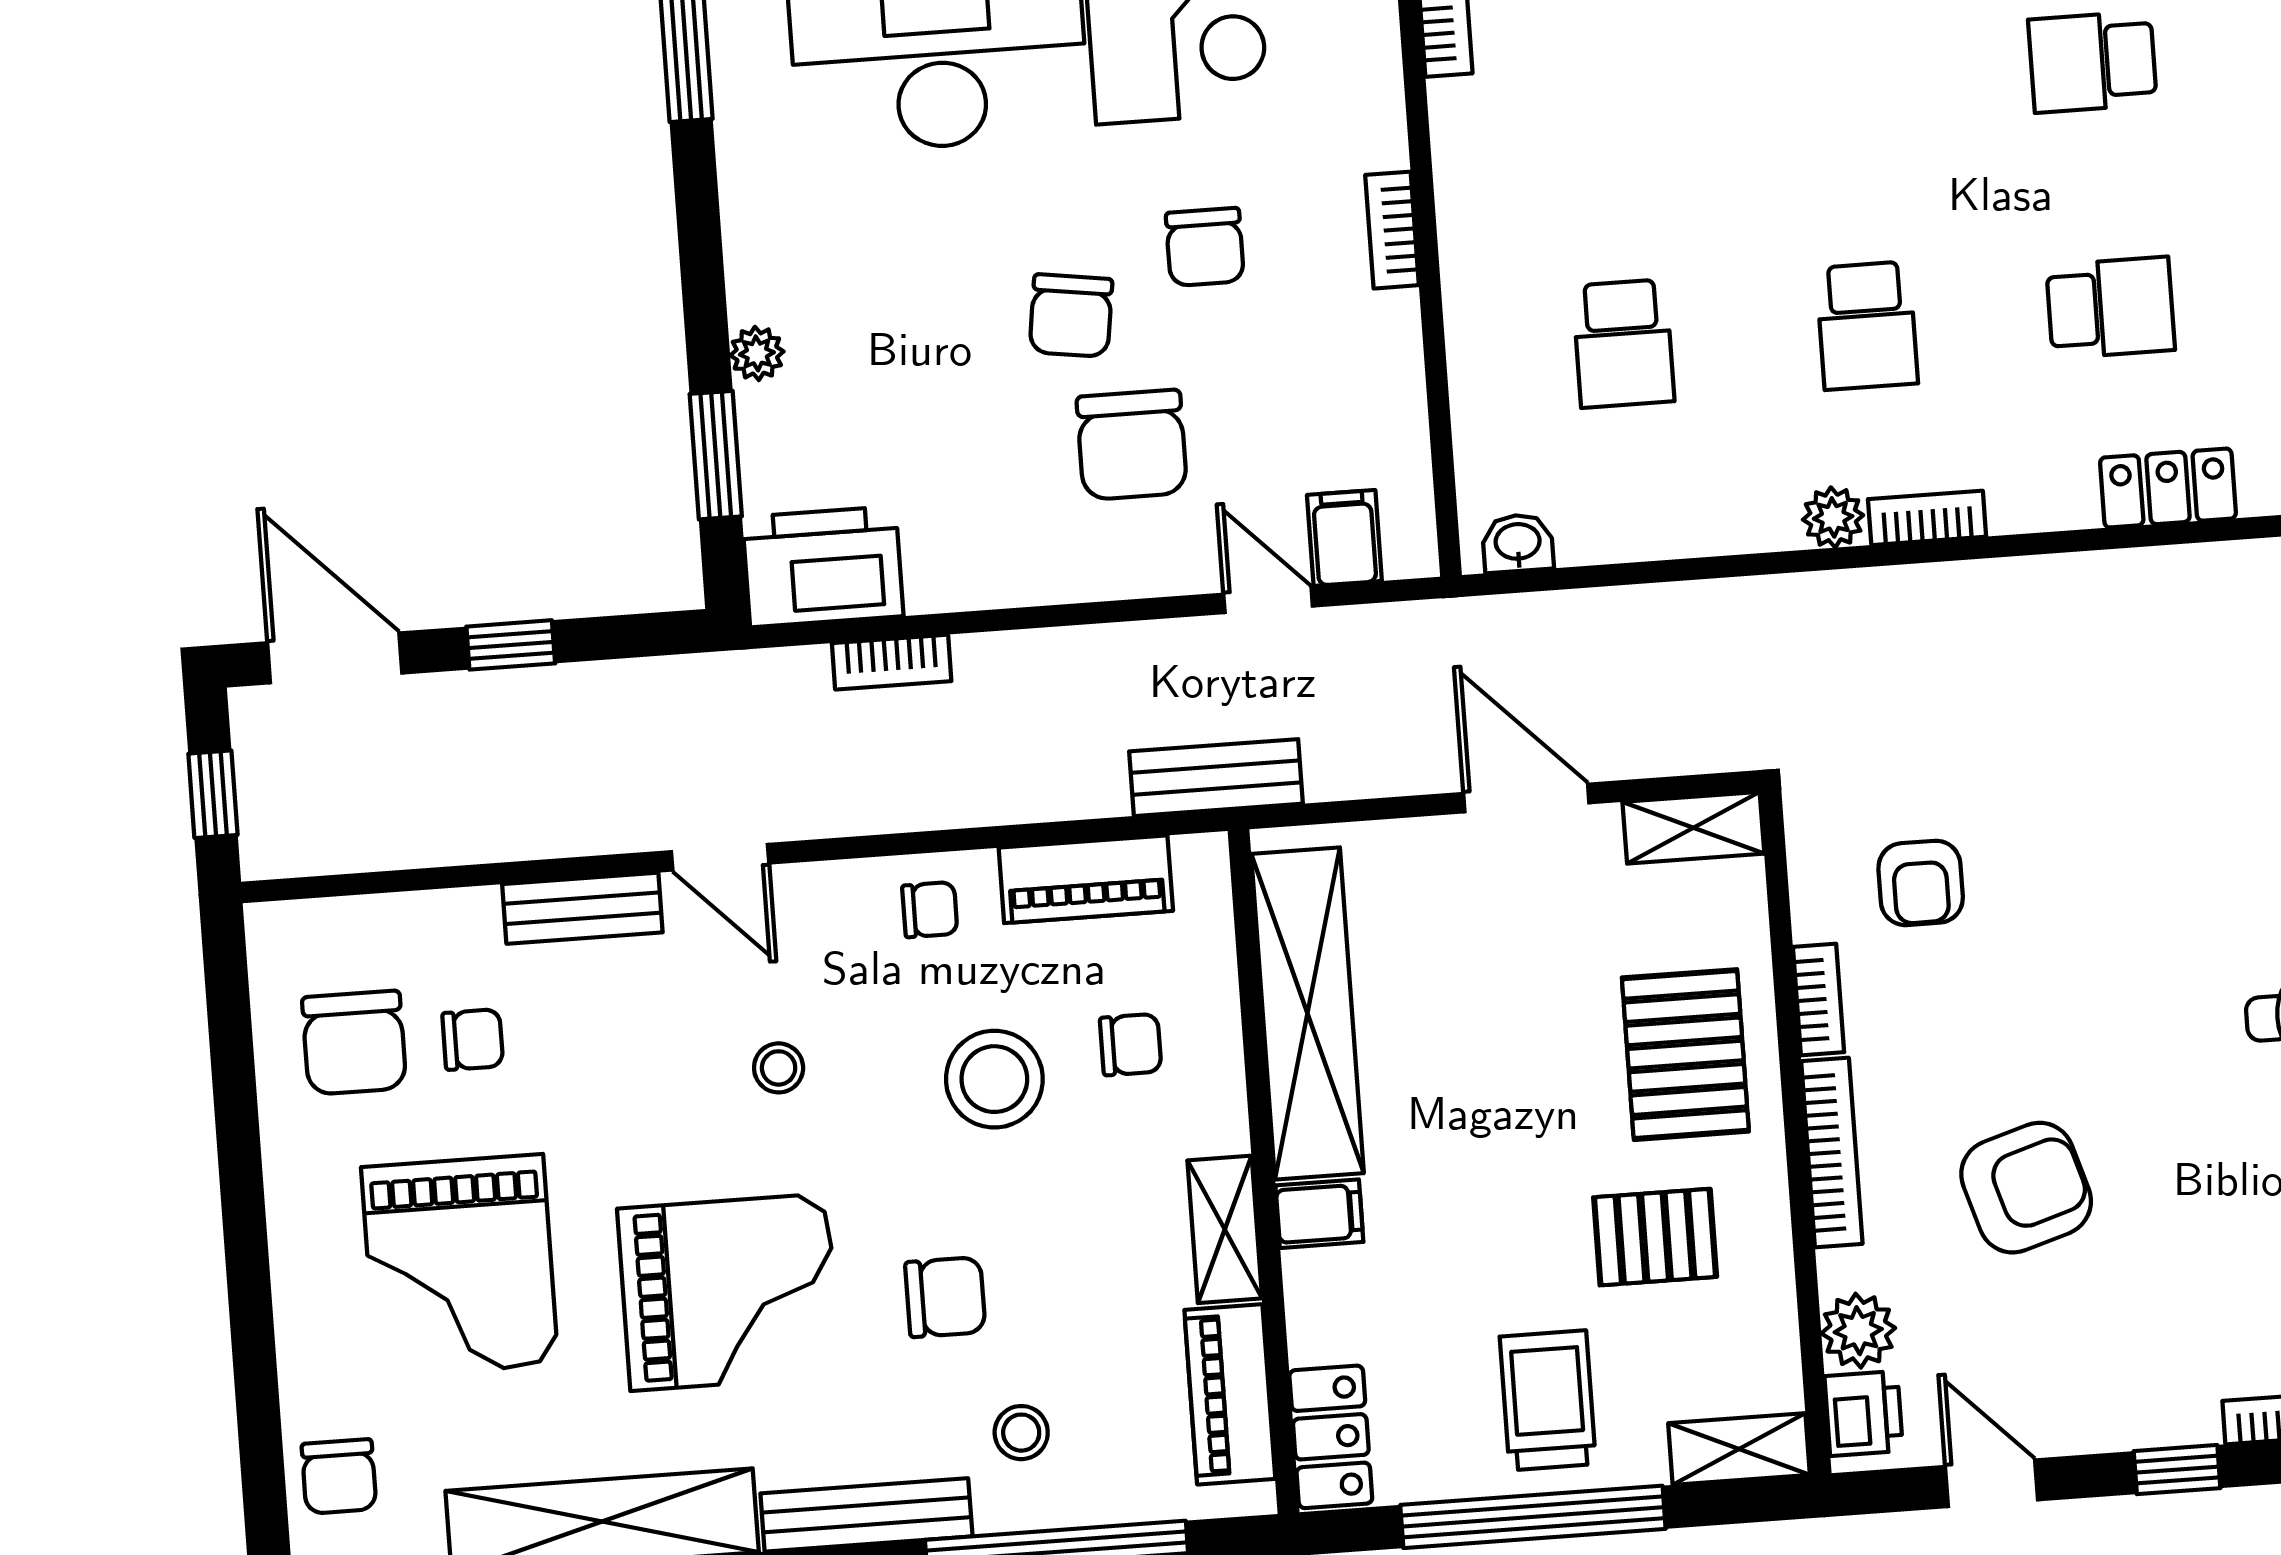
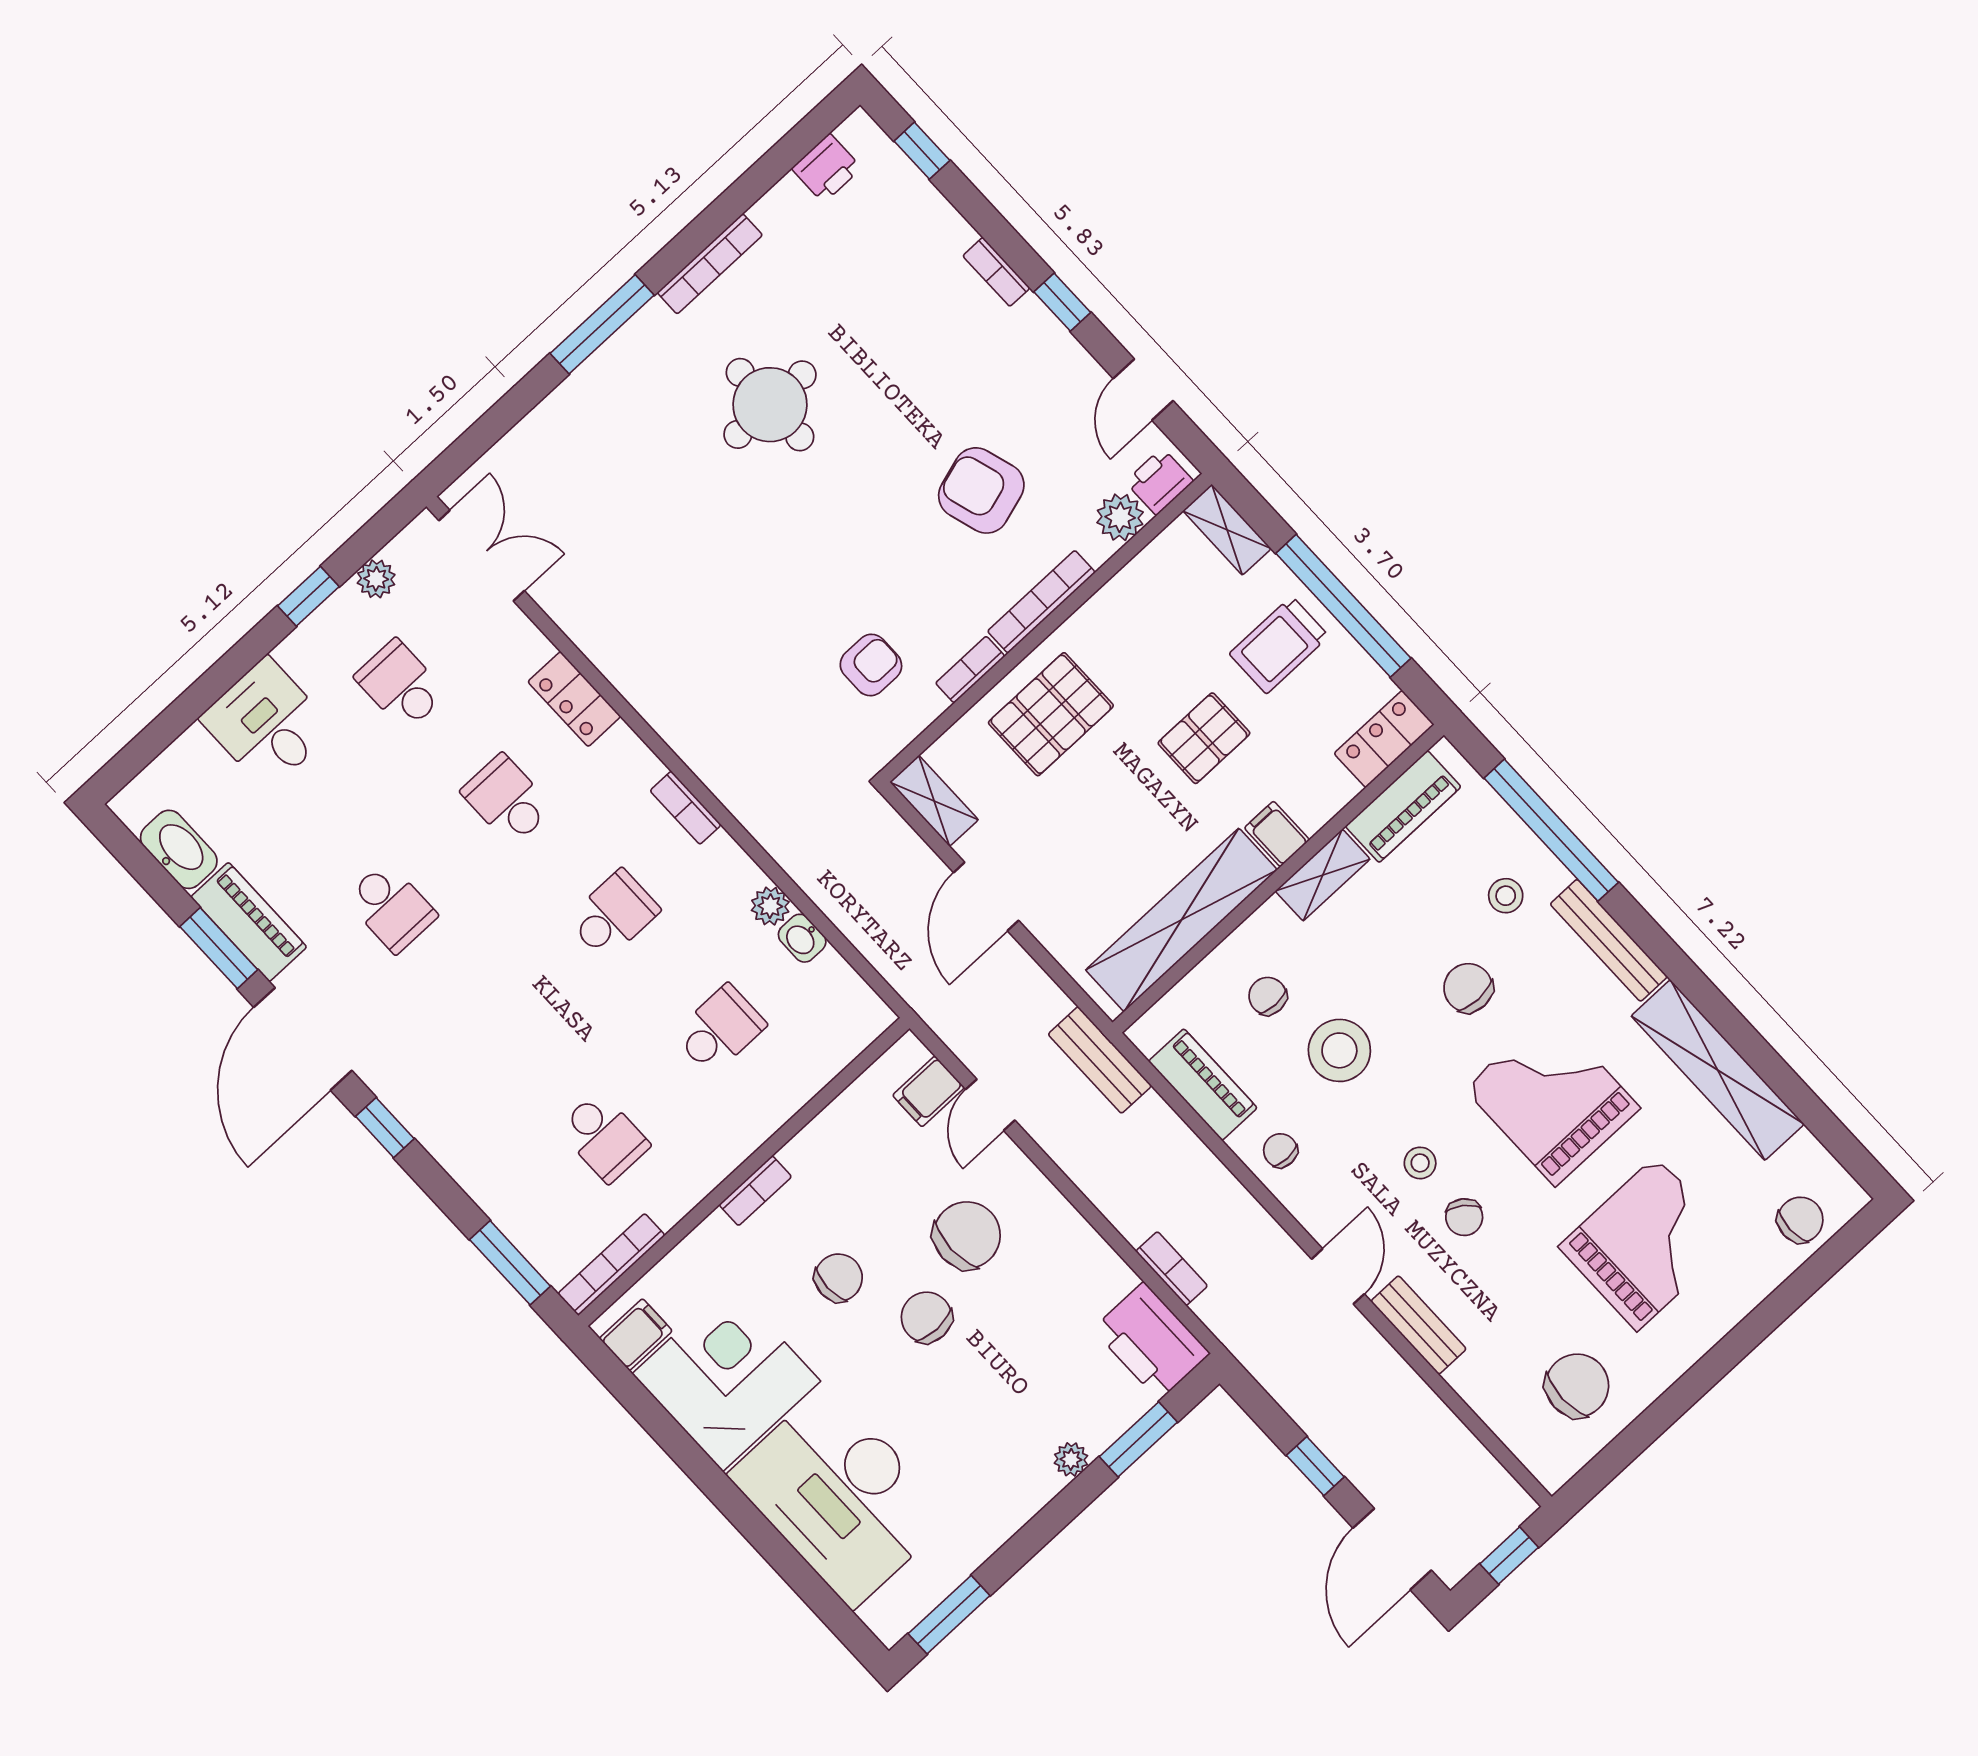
school desk: (1605, 98) -> (604, 1137), added
chair: (1071, 316) -> (926, 1317), turned -98
plant: (1833, 517) -> (770, 906), moved
washbasin: (1518, 543) -> (802, 938), moved
chair: (473, 1040) -> (1464, 1217), moved, turned -144
pallet: (1655, 1237) -> (1204, 738), moved, turned 90

